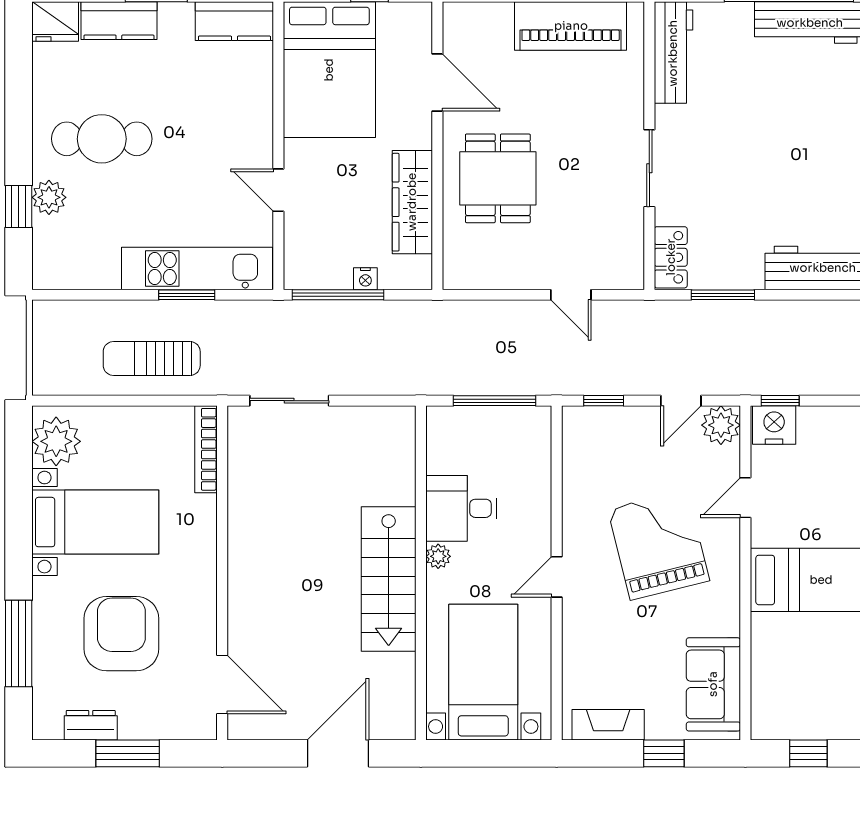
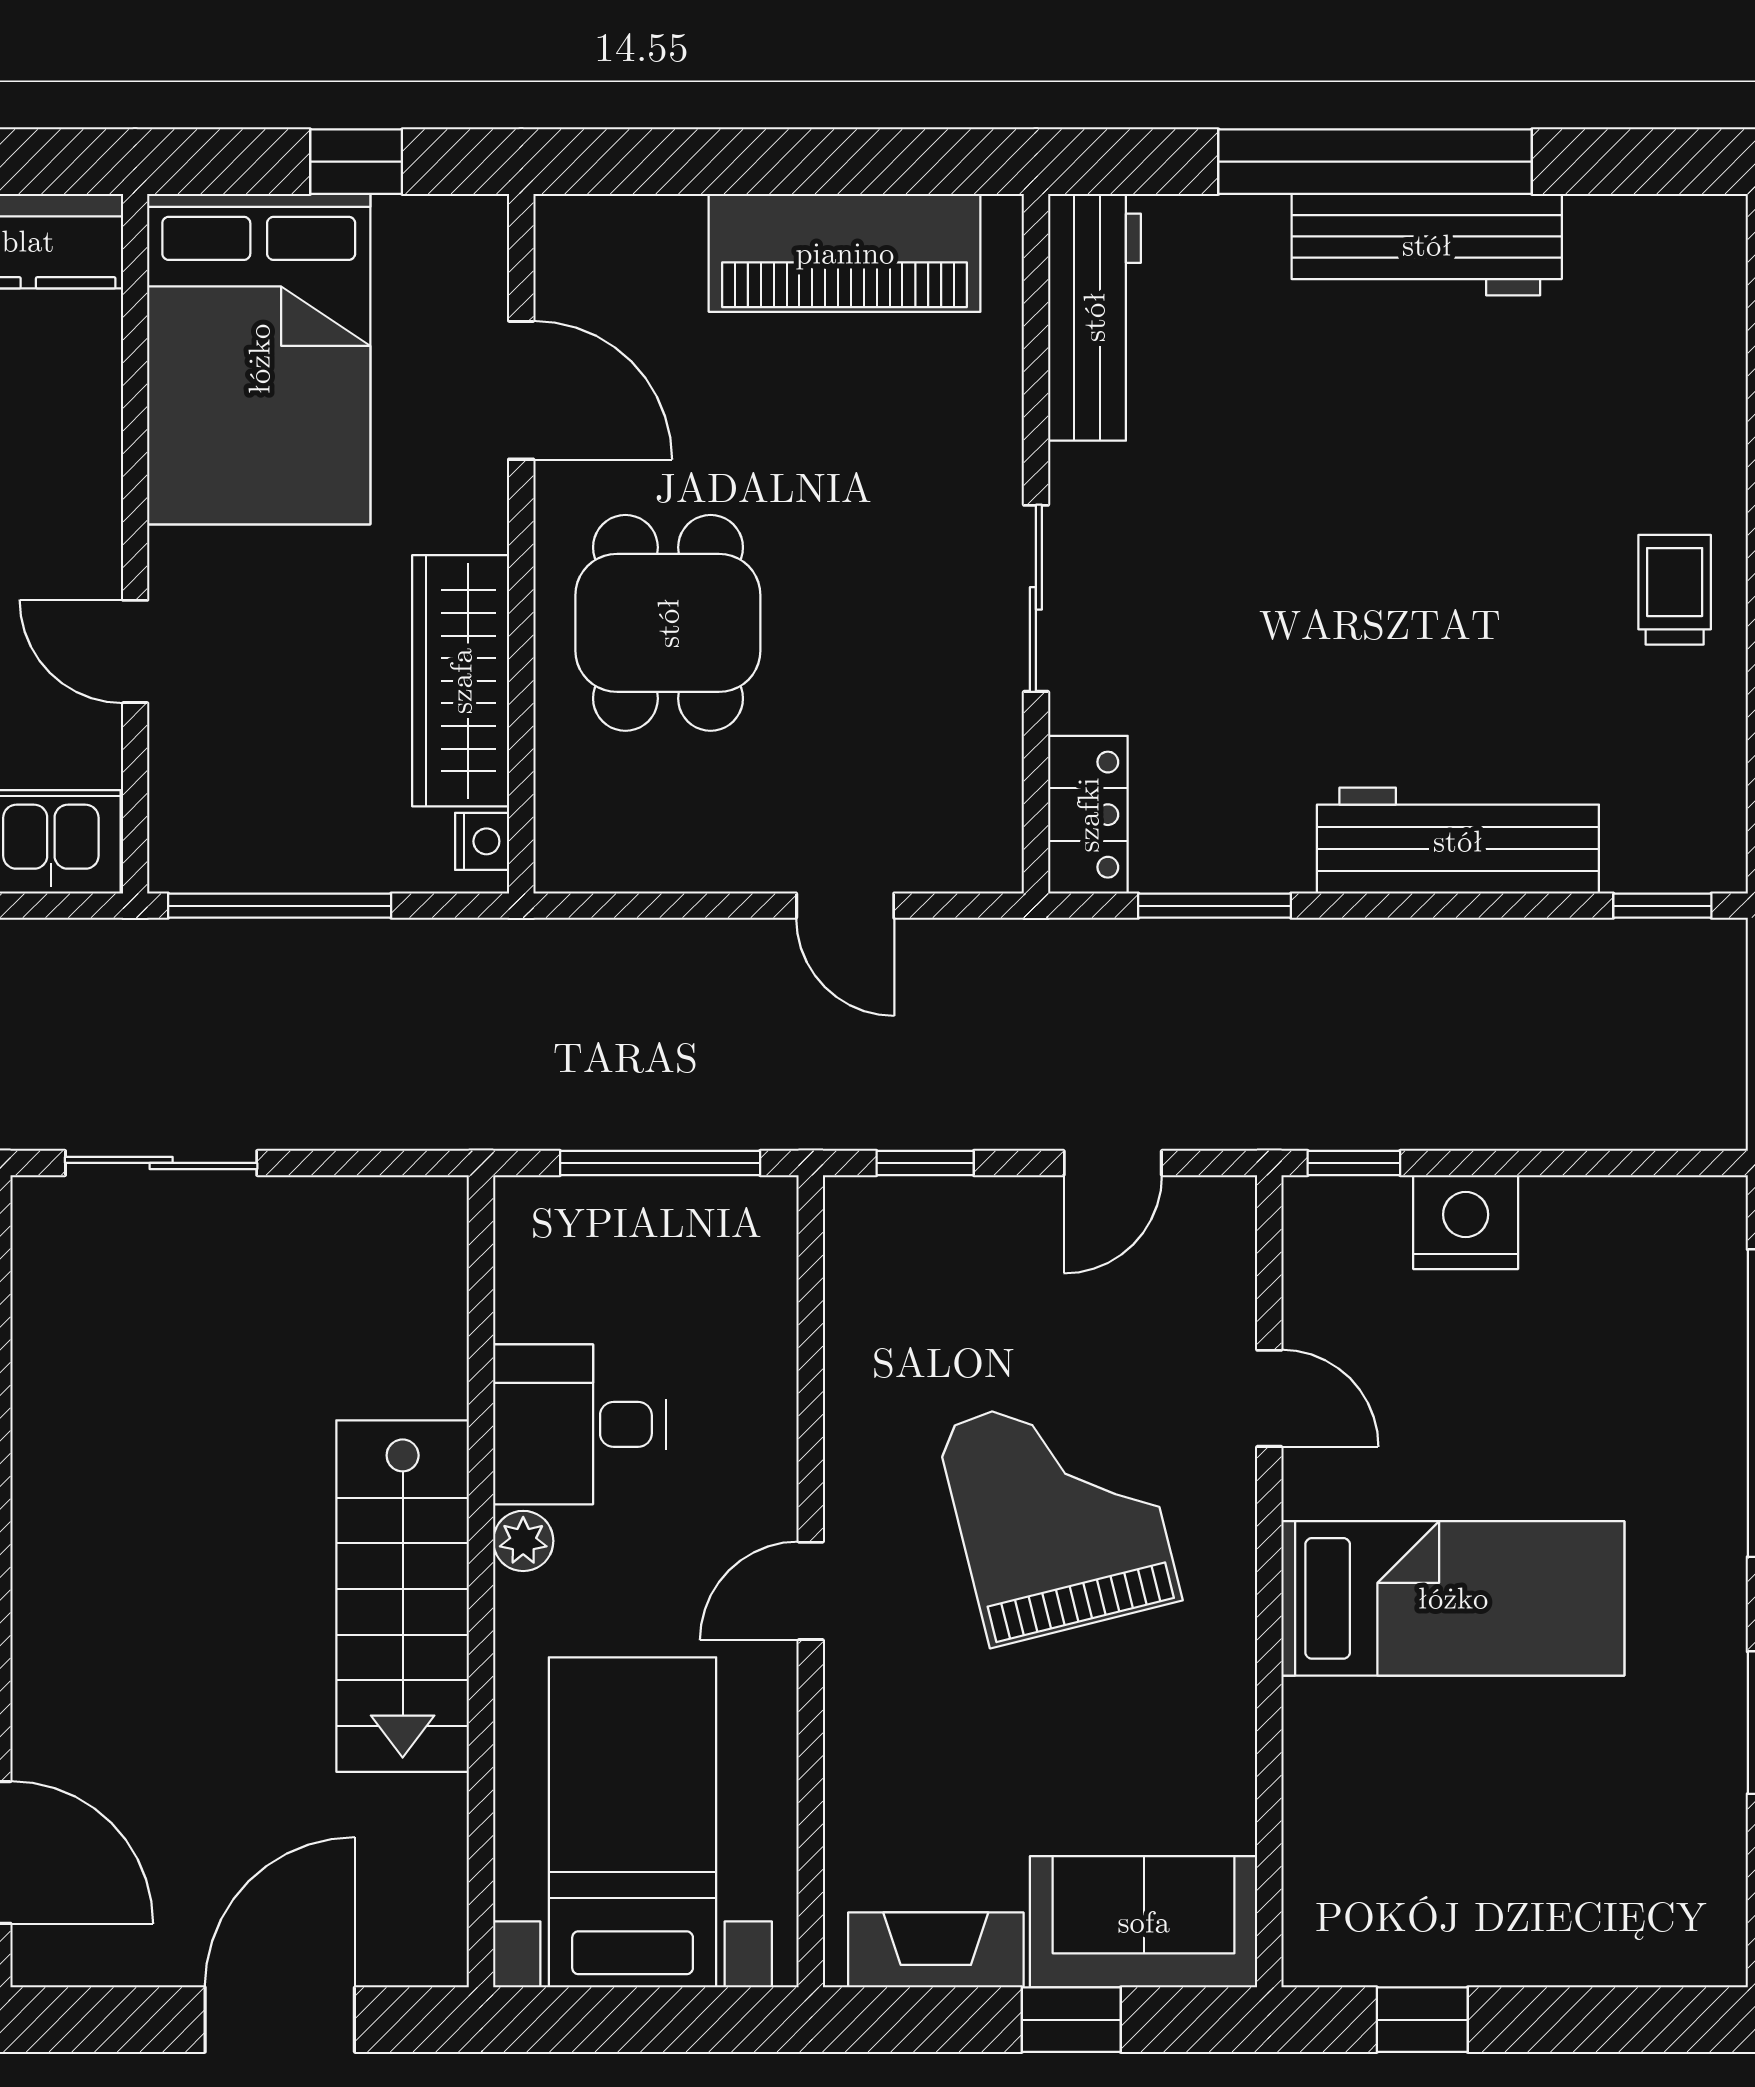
nightstand: (365, 279) -> (482, 841), moved, turned -90
plant: (721, 425) -> (1210, 1222), removed
nightstand: (774, 425) -> (1466, 1222), moved
door: (745, 498) -> (1269, 1398), swing flipped
sofa: (713, 684) -> (1144, 1922), moved, turned 90

